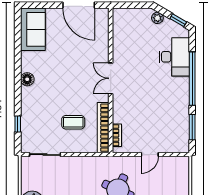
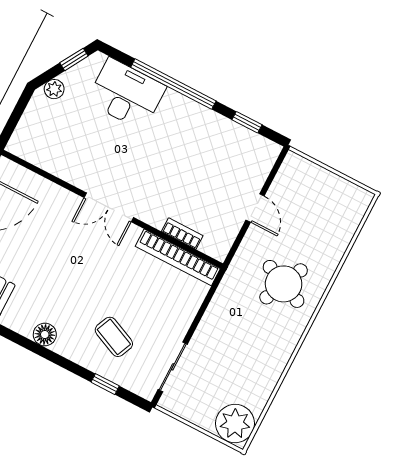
coffee table: (73, 122) -> (114, 337), moved, turned -66
window: (192, 127) -> (247, 122), width x0.67
bookcase: (117, 135) -> (182, 233), moved

